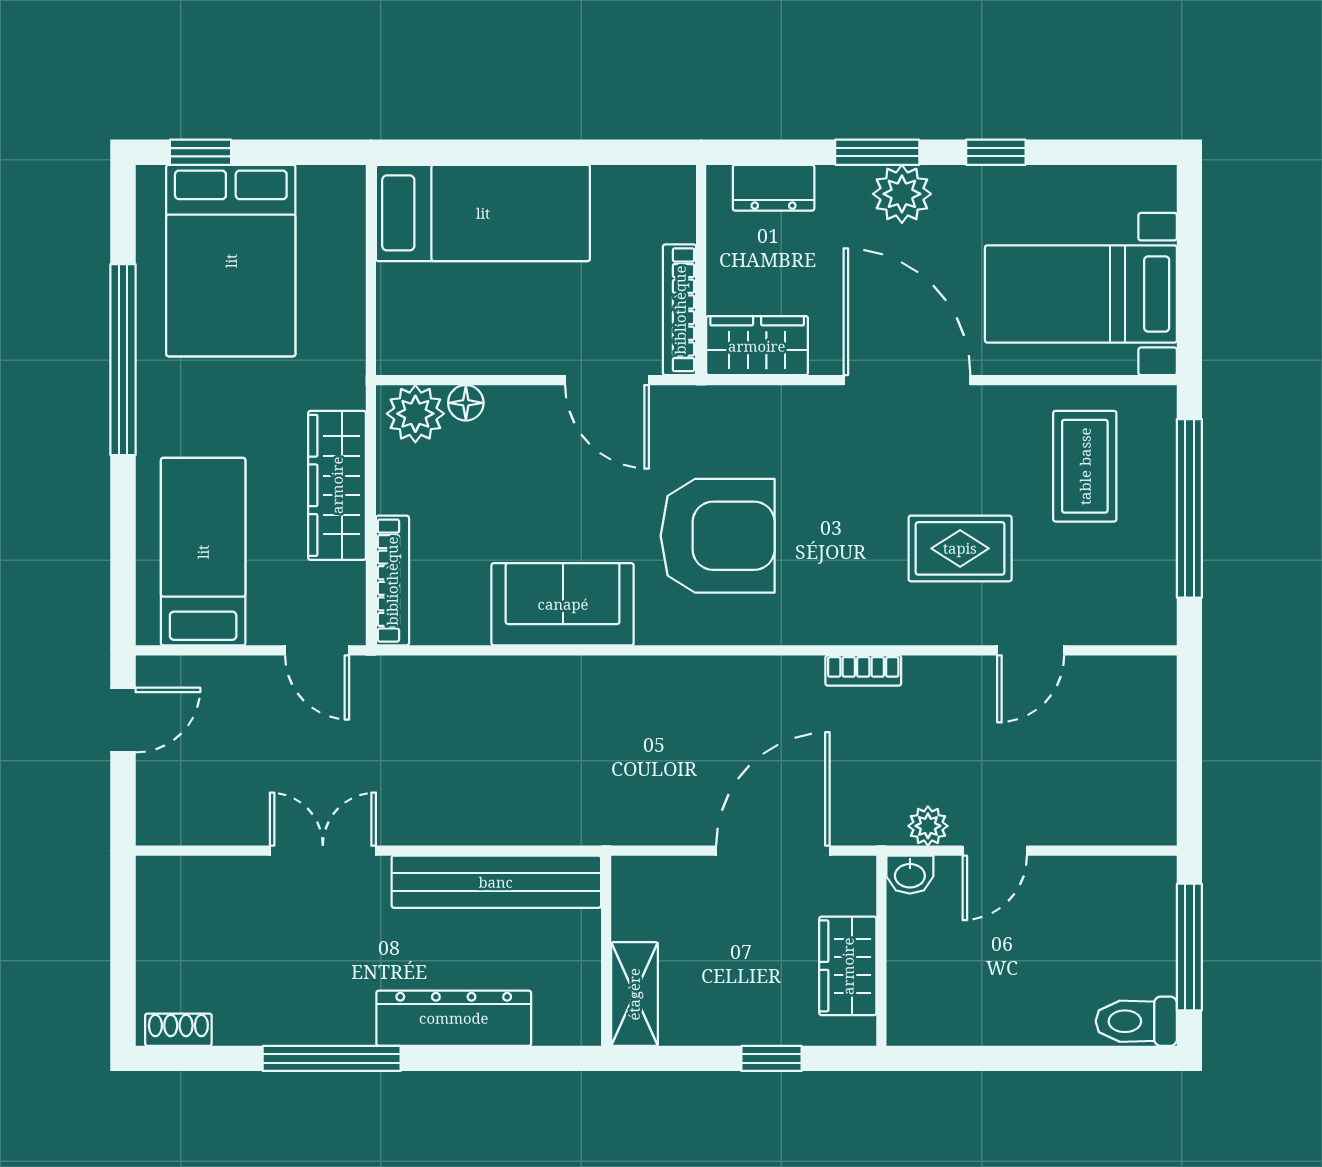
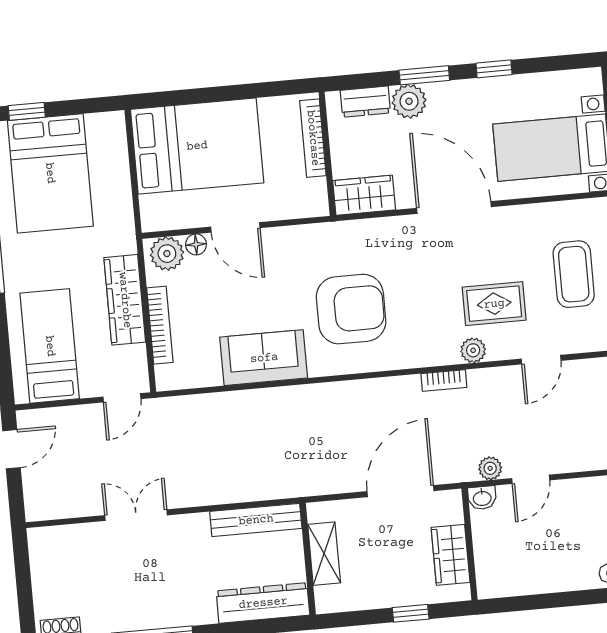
plant: (902, 194) -> (409, 101), moved
bed: (483, 213) -> (197, 146), width x1.50
bookcase: (680, 310) -> (313, 138), moved
door: (607, 380) -> (235, 227), moved
coffee table: (1085, 466) -> (574, 274), moved
bookcase: (392, 581) -> (160, 325), moved
plant: (917, 624) -> (473, 350), added
door: (317, 650) -> (122, 398), hinge flipped
bench: (496, 882) -> (256, 520), width x0.73, depth x0.82
shelving: (634, 994) -> (324, 554), moved
dresser: (454, 1018) -> (263, 603), moved

